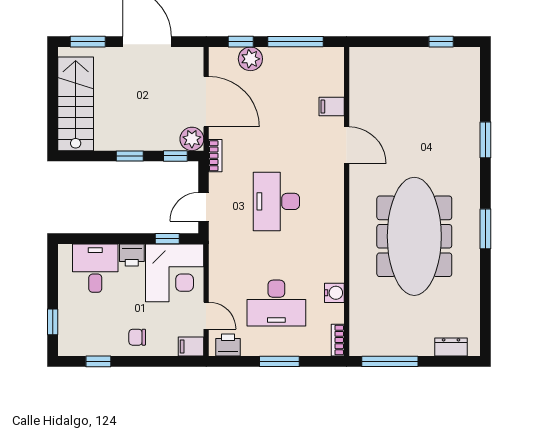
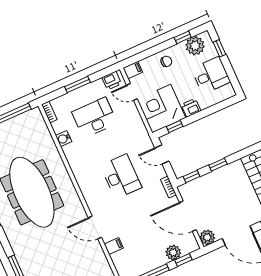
plant: (192, 139) -> (207, 237), moved
door: (204, 207) -> (162, 154), swing flipped
desk: (95, 268) -> (211, 75), moved, turned -90
plant: (86, 341) -> (195, 46), added

